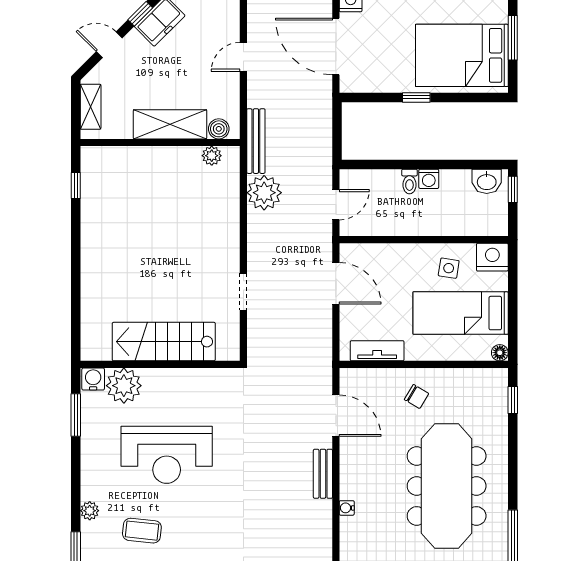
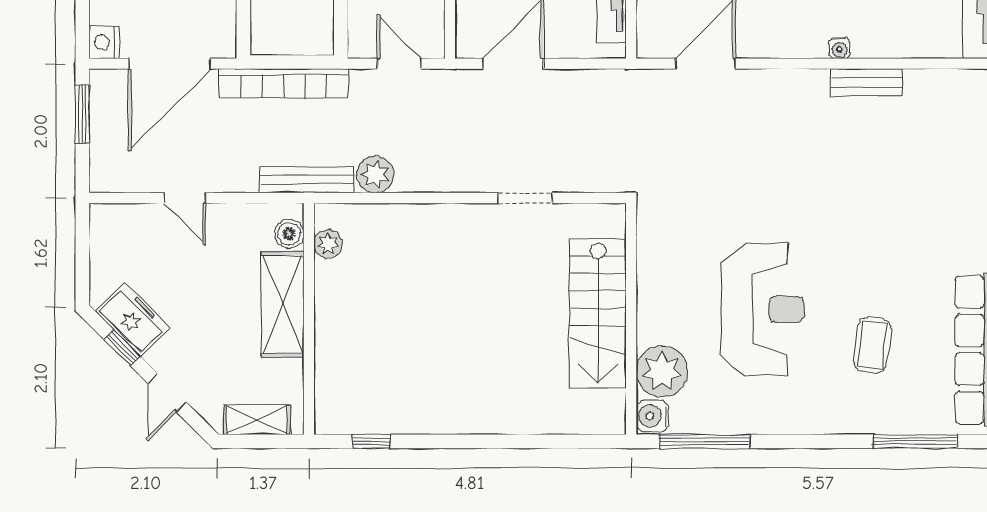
bookcase: (322, 125) -> (284, 83), added
plant: (264, 193) -> (375, 174), width x0.73, depth x0.73
window: (76, 415) -> (705, 441), width x1.44
bench: (323, 474) -> (866, 82), moved
plant: (90, 511) -> (844, 421), removed

